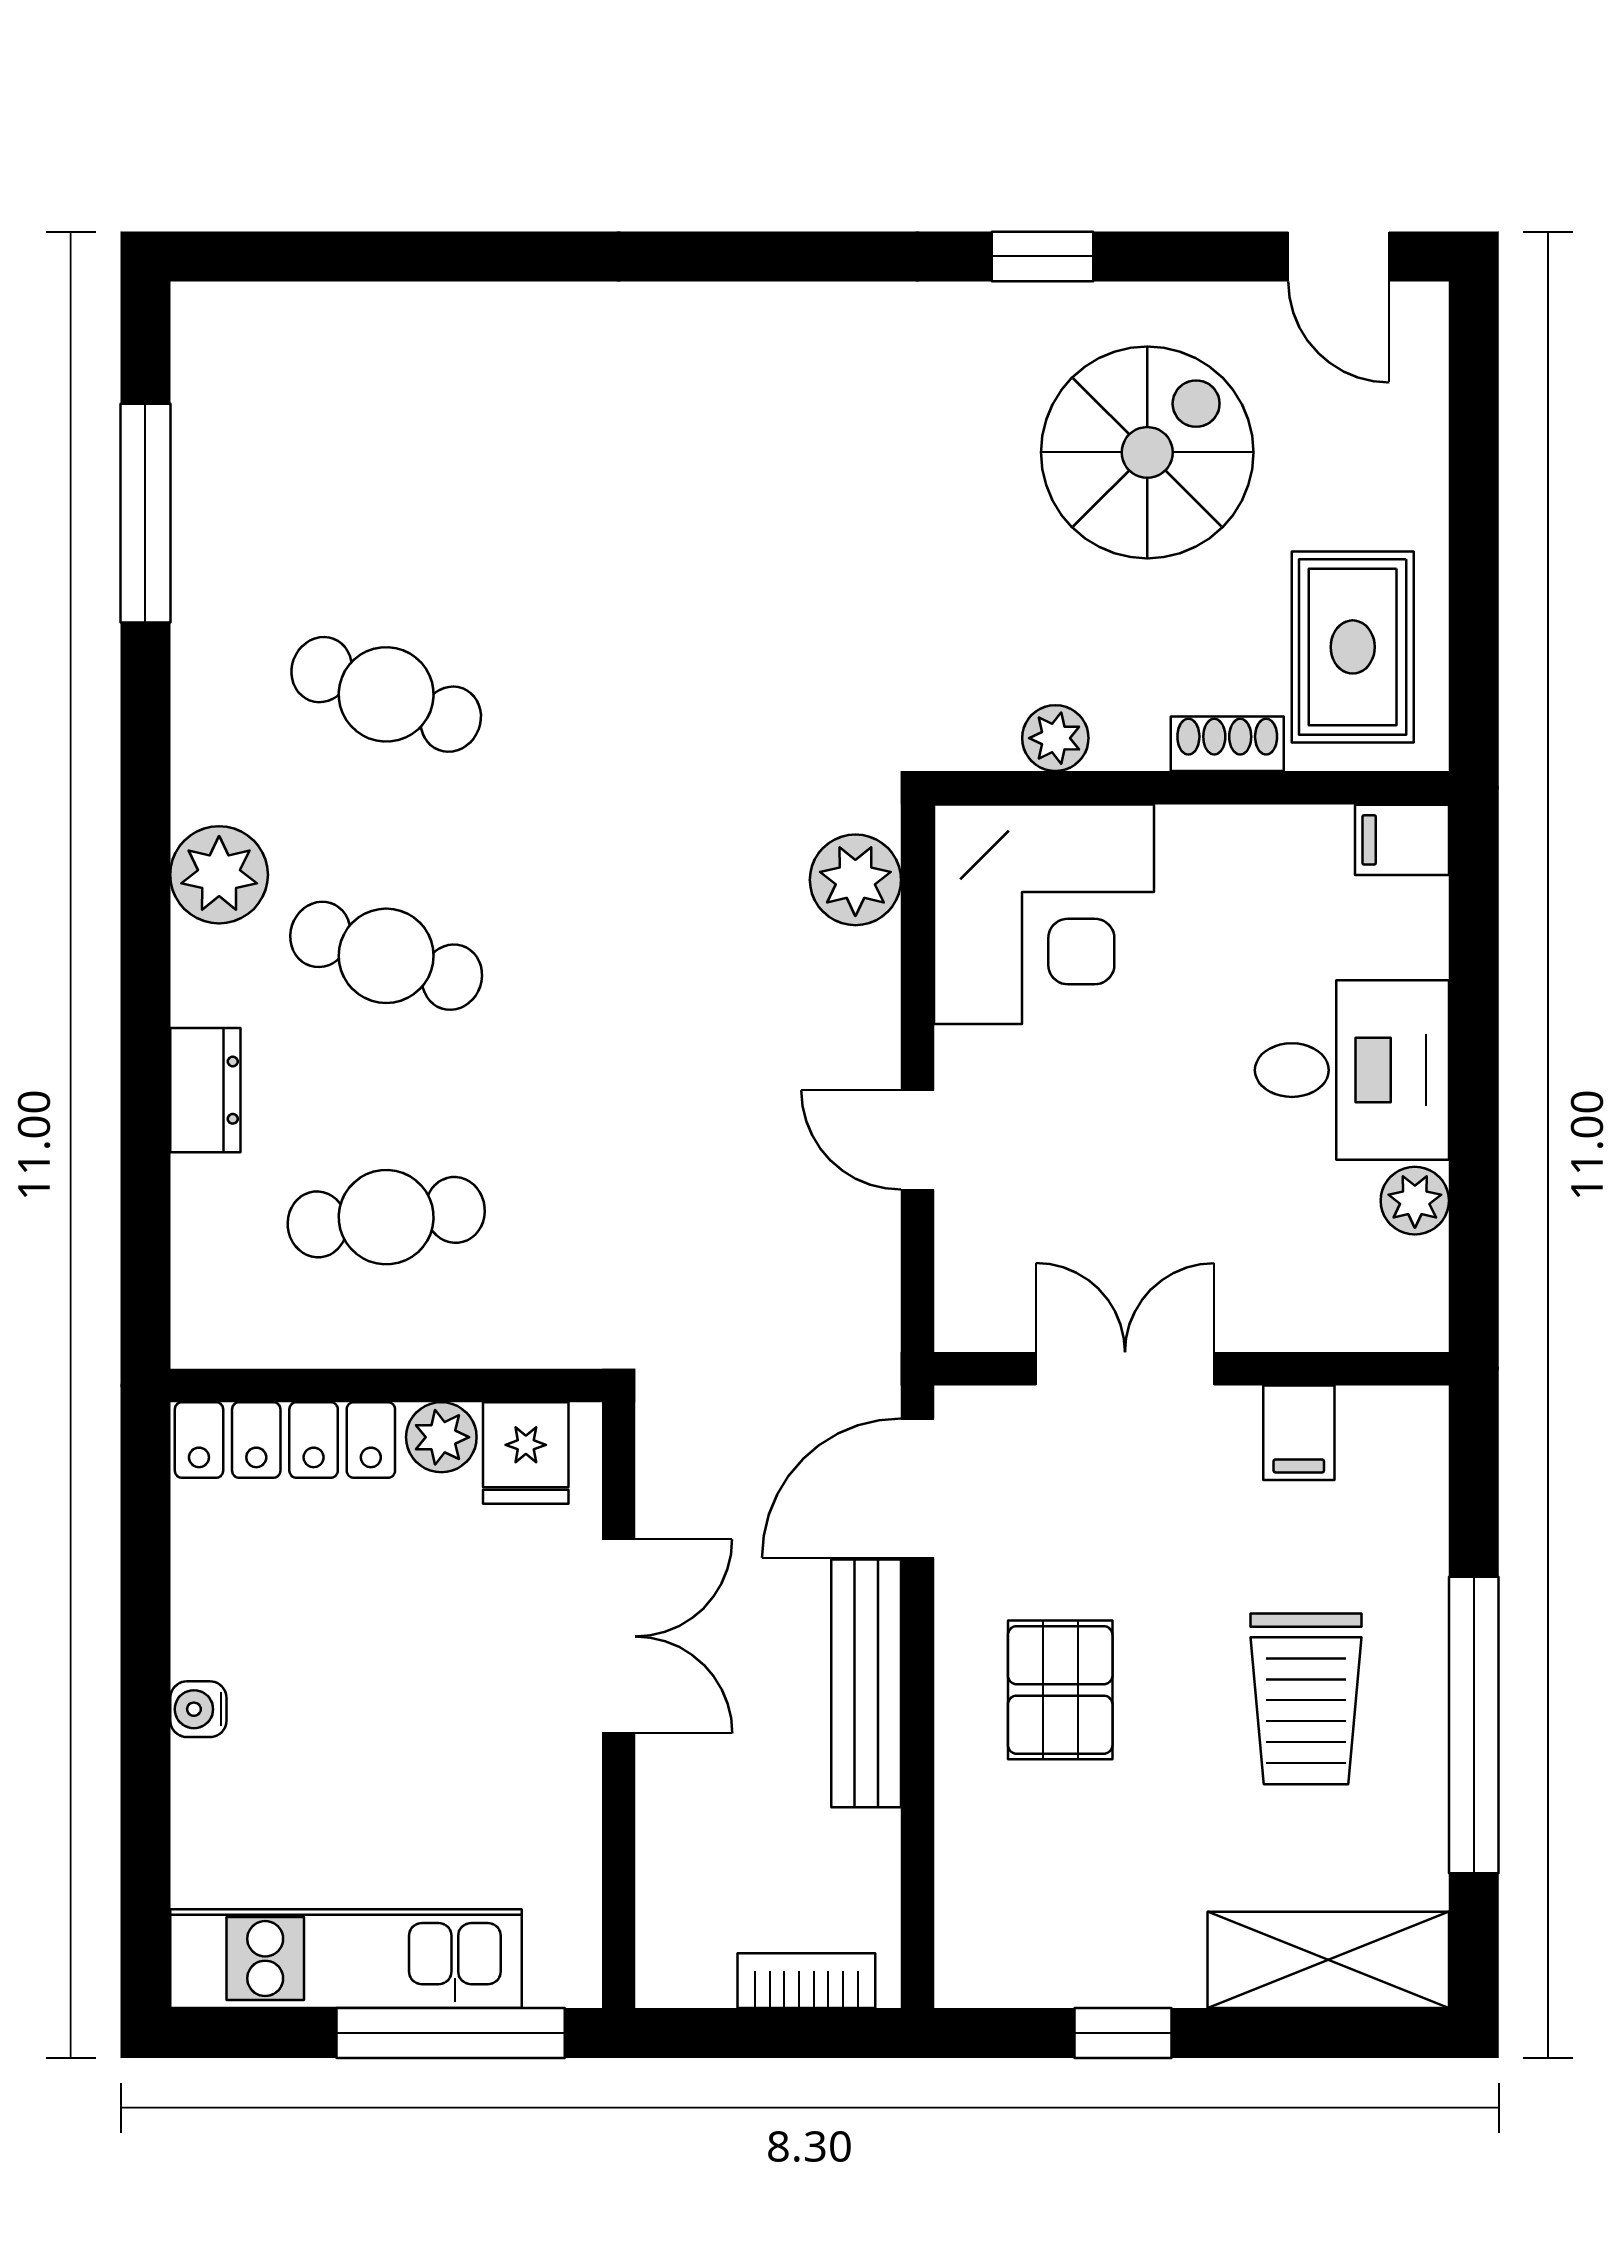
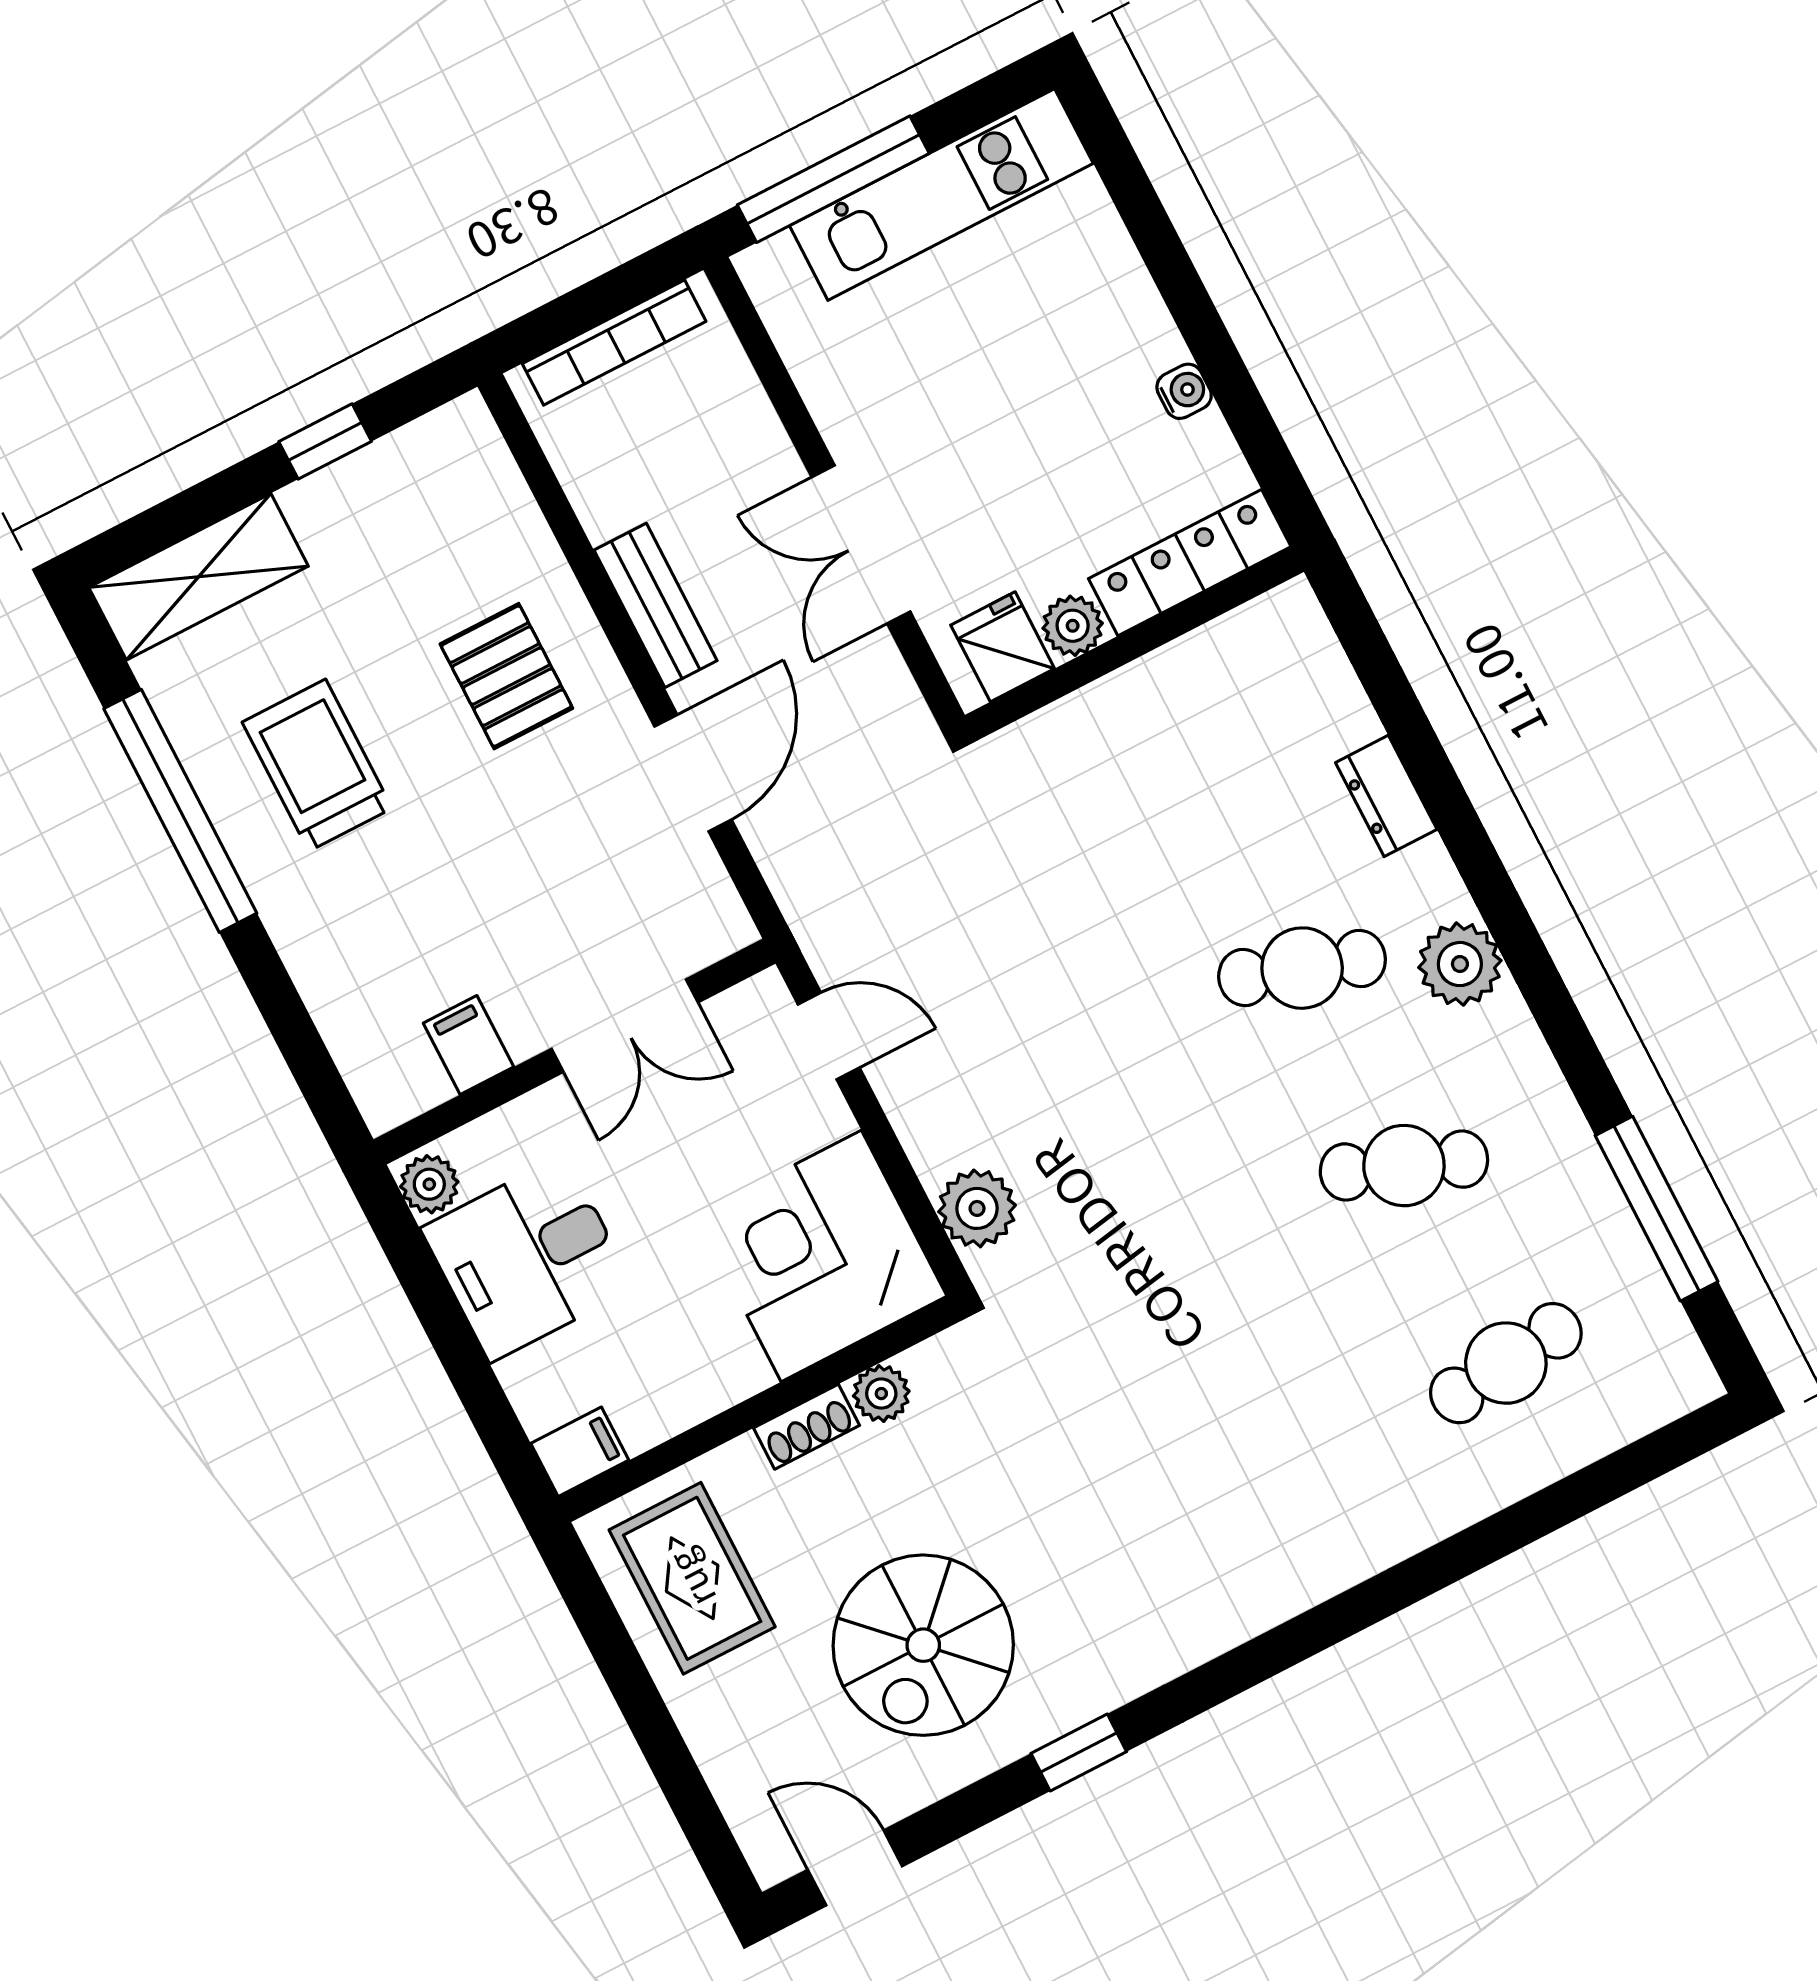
shoe rack: (1227, 744) -> (807, 1427), moved
cafe table: (386, 1217) -> (1506, 1363), moved
double door: (1125, 1369) -> (625, 1026), moved
wall: (1191, 1369) -> (575, 1052), moved
filing cabinet: (1299, 1433) -> (468, 1045), moved
bench: (866, 1683) -> (656, 605), width x0.73
water cooler: (198, 1709) -> (1184, 391), moved
bookcase: (806, 1981) -> (614, 342), width x1.56

